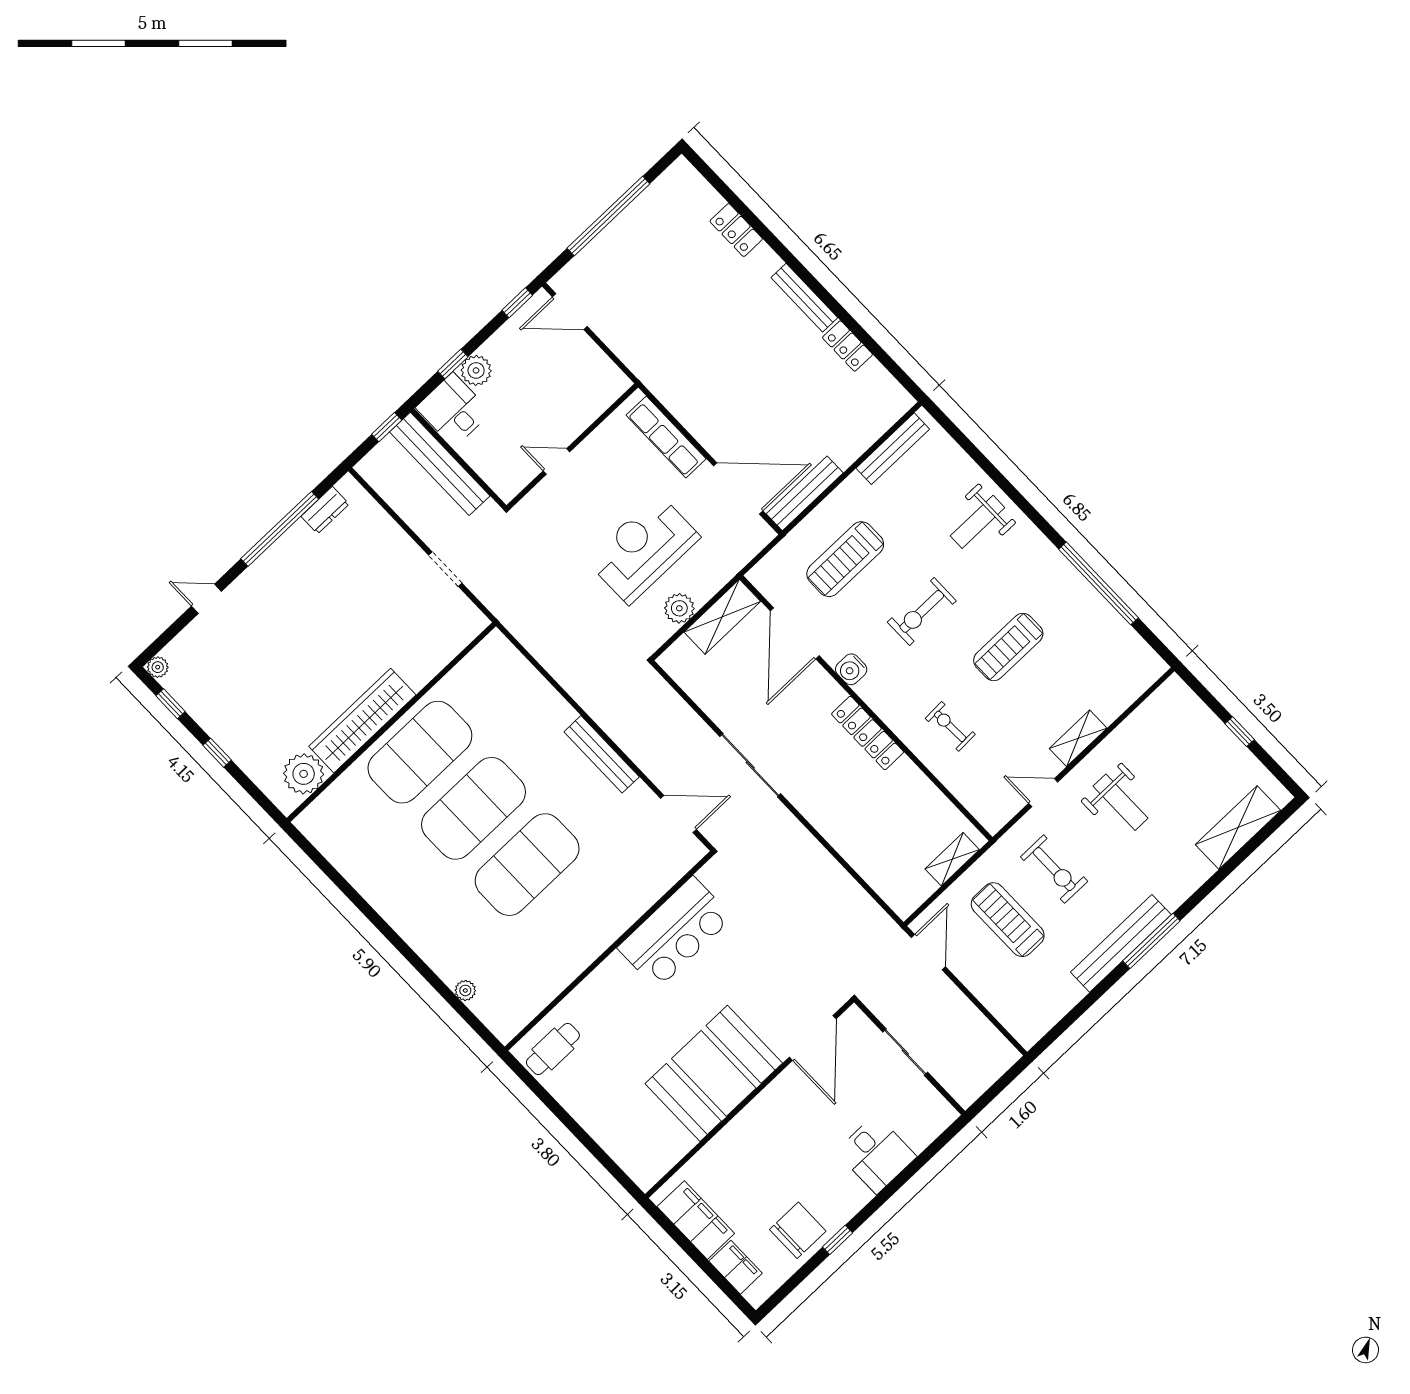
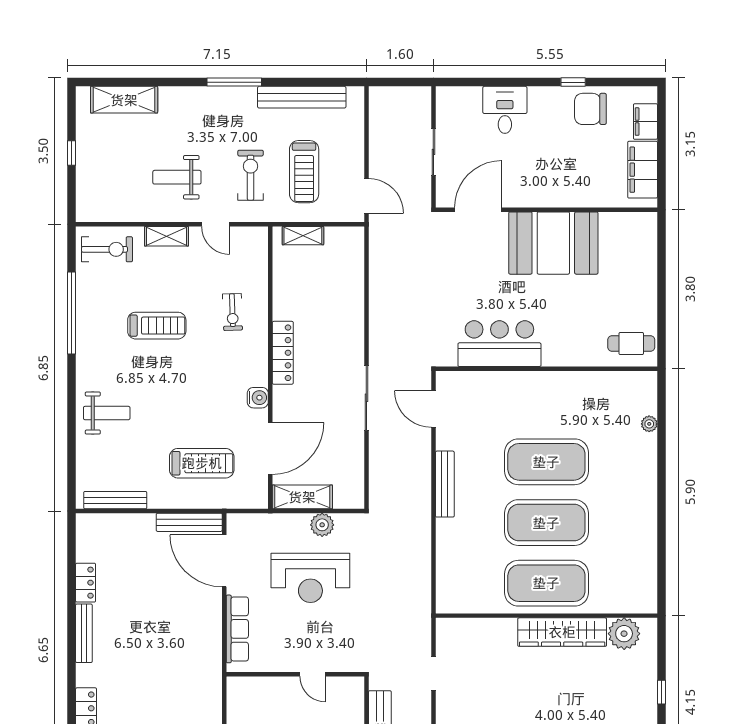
exercise bike: (922, 611) -> (107, 249), moved
weight bench: (1121, 802) -> (177, 177), turned -90
bench: (1121, 943) -> (302, 97), moved
door: (928, 952) -> (366, 196), swing flipped

